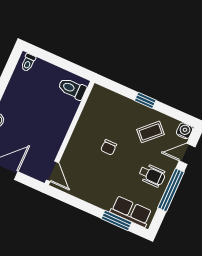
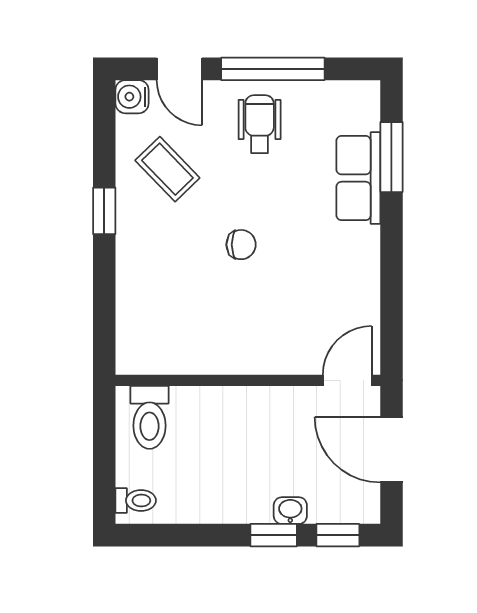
toilet: (72, 89) -> (149, 417), moved
wall: (70, 133) -> (248, 380), moved
door: (52, 171) -> (347, 380), moved
row of seats: (131, 212) -> (358, 178), moved

